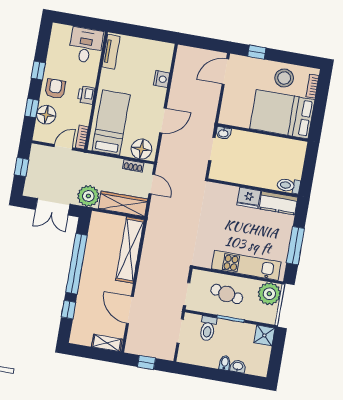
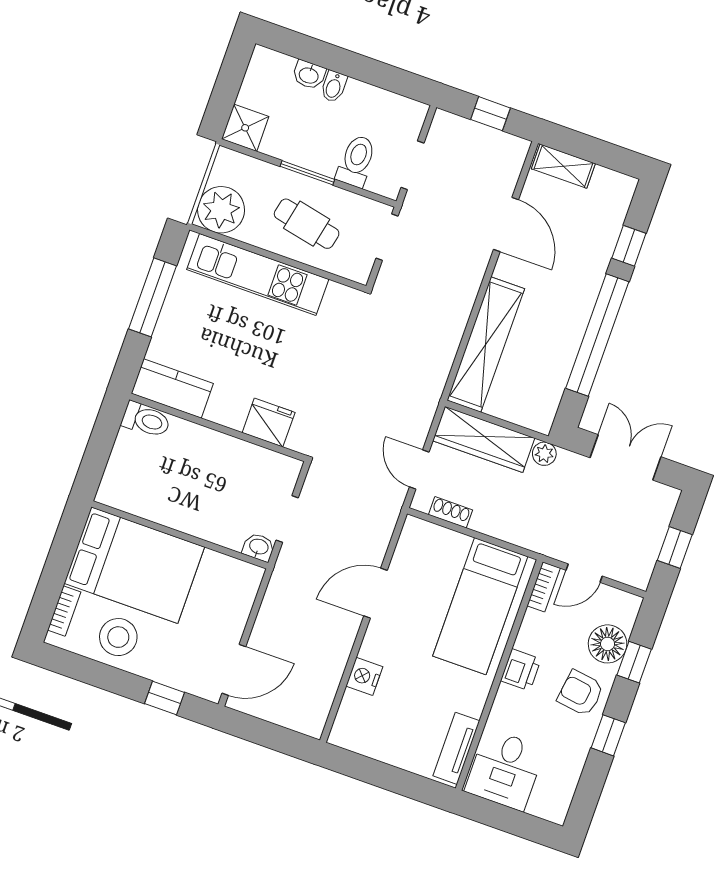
armchair: (55, 89) -> (581, 693), turned 98
floor lamp: (141, 149) -> (428, 543), removed
plant: (88, 196) -> (544, 454), width x0.53, depth x0.53
fridge: (249, 198) -> (269, 423), moved

